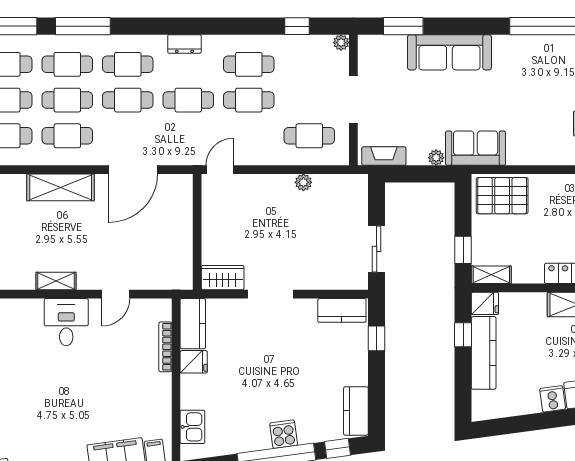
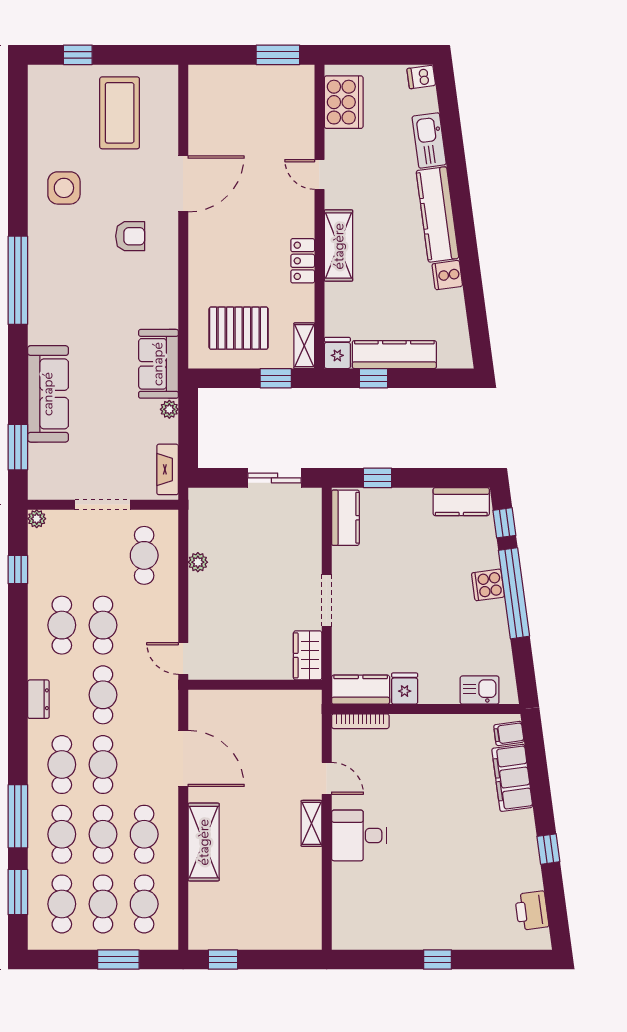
pallet: (502, 196) -> (239, 328), moved, turned 90
shelving: (56, 281) -> (312, 823), moved
bookcase: (165, 347) -> (360, 721), moved

